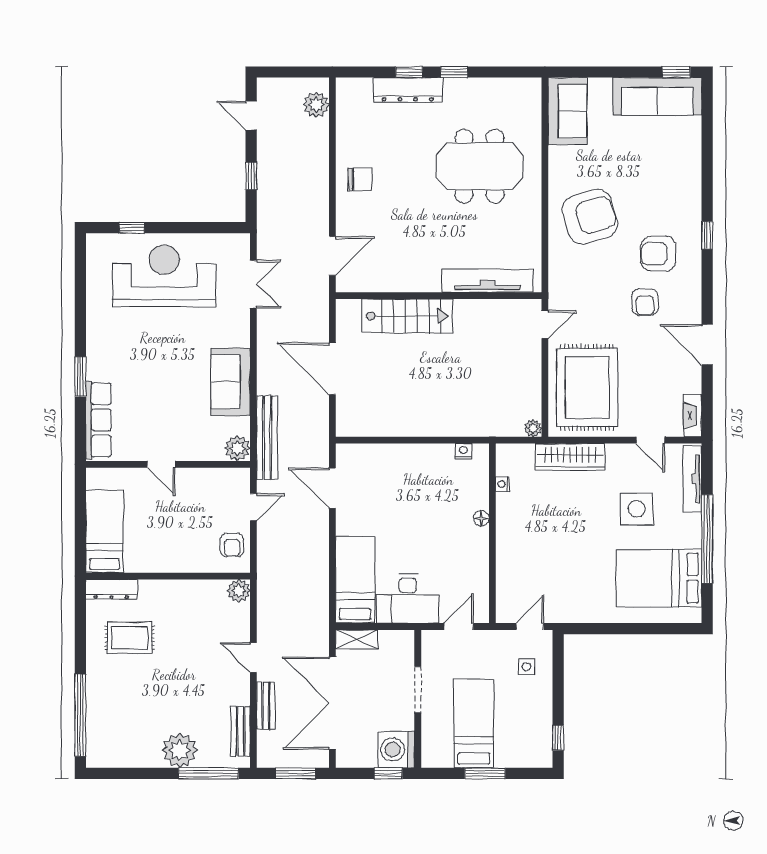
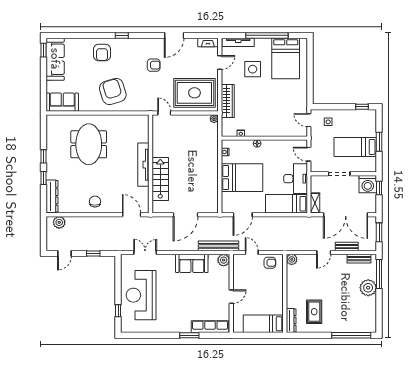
dresser: (408, 90) -> (52, 196), moved
armchair: (658, 254) -> (102, 53), moved
tv unit: (488, 281) -> (143, 165), moved
bed: (410, 487) -> (242, 178), added

